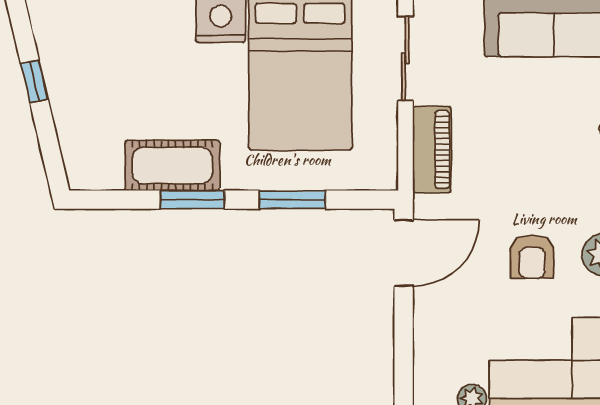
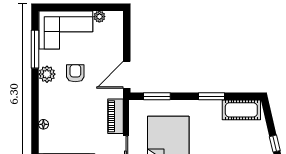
cot: (172, 166) -> (241, 110), moved
window: (292, 200) -> (157, 96), moved

